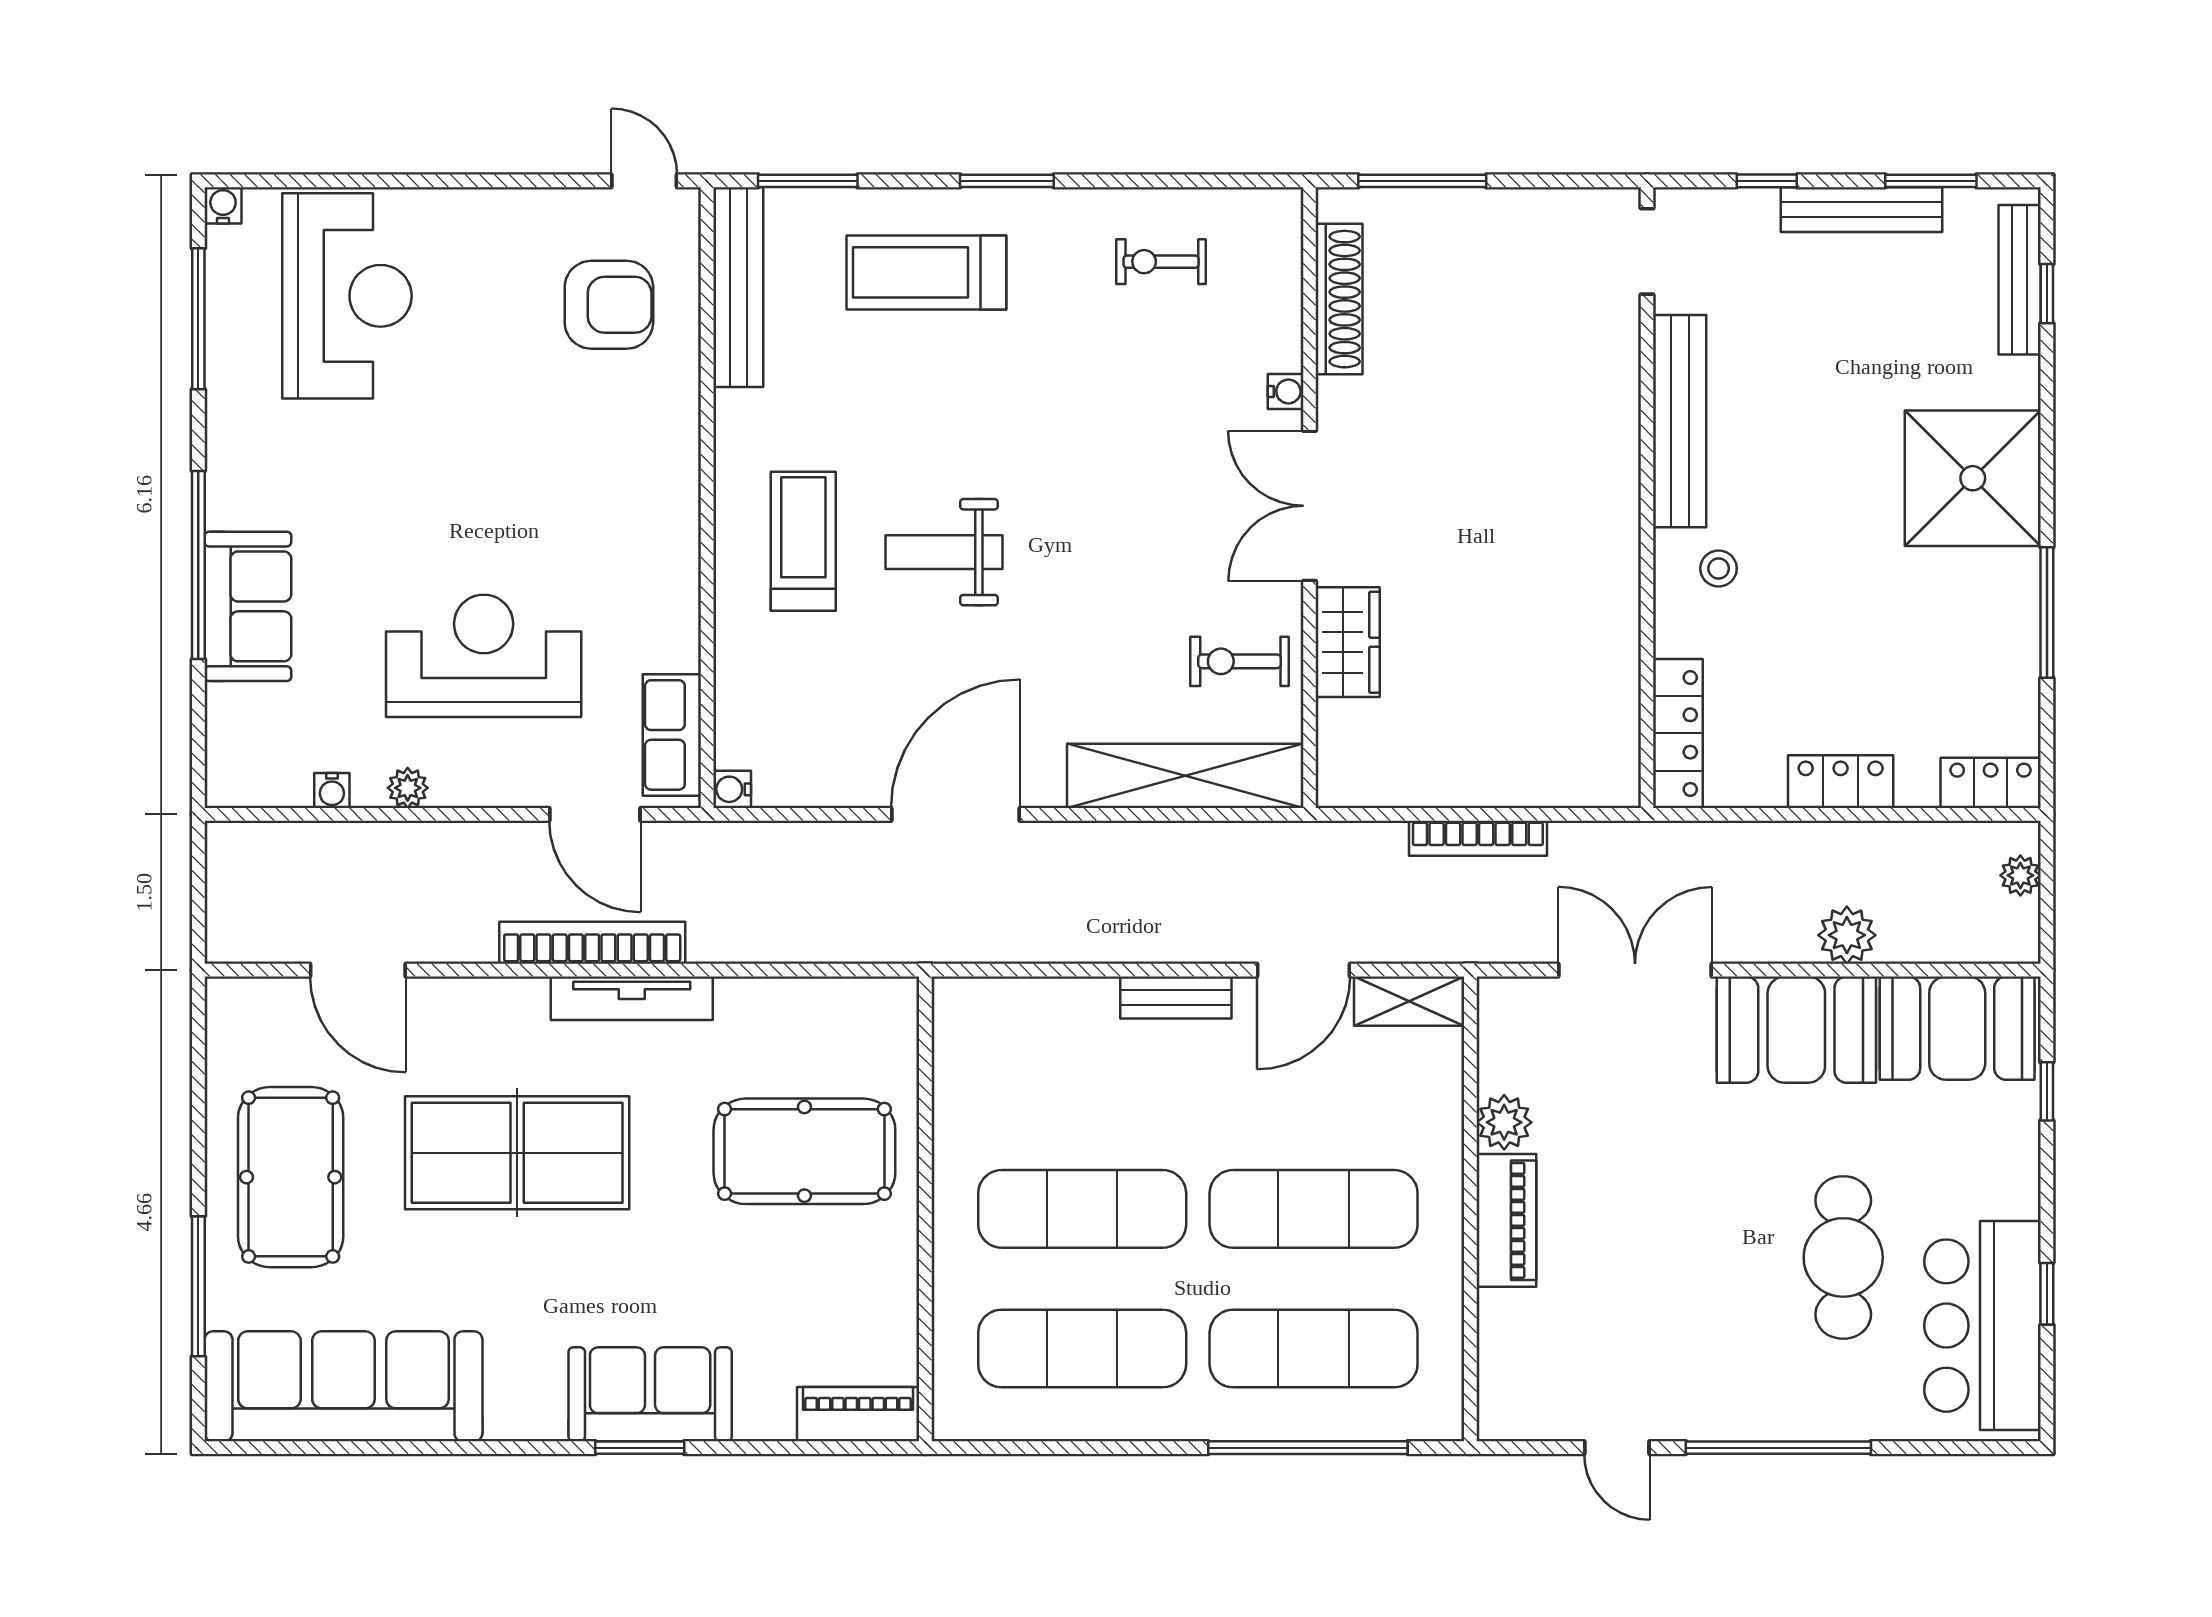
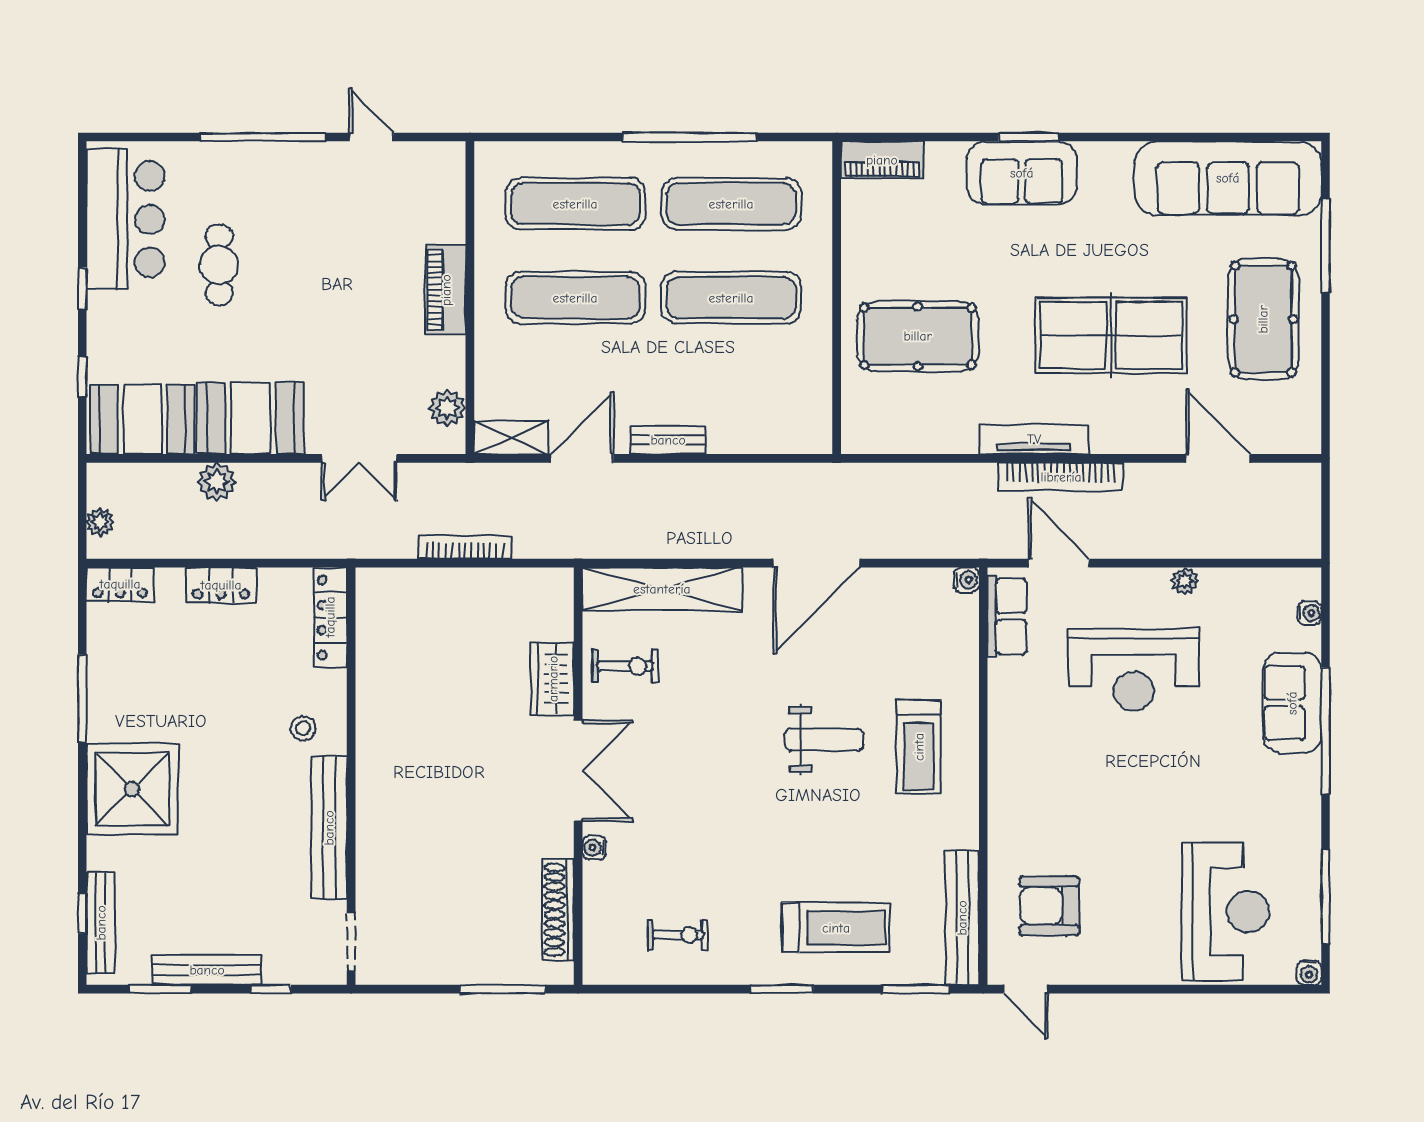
reception desk: (347, 296) -> (1226, 912), turned 180
water cooler: (332, 791) -> (1310, 613), moved, turned 90
double door: (1635, 970) -> (359, 458), width x0.73
plant: (1504, 1122) -> (447, 408), moved
cafe table: (1843, 1257) -> (219, 265), width x0.73, depth x0.74
window: (2047, 1294) -> (82, 289), moved
window: (1308, 1448) -> (690, 137), moved

